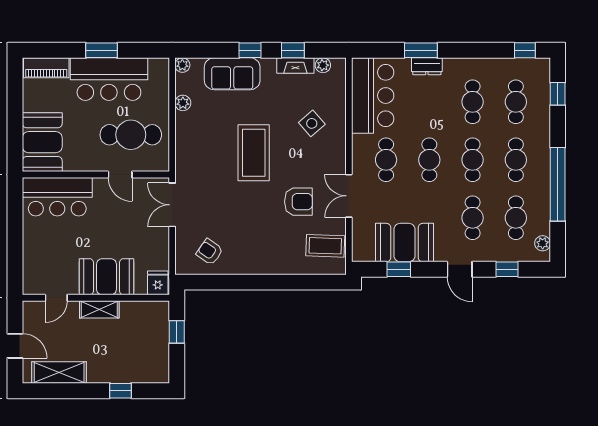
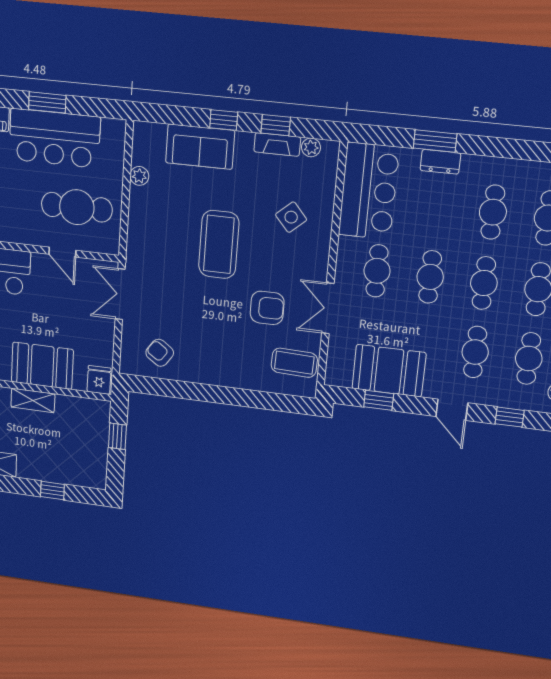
plant: (182, 65) -> (141, 130), removed

